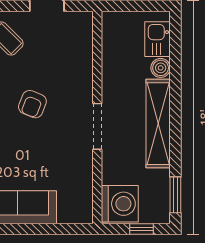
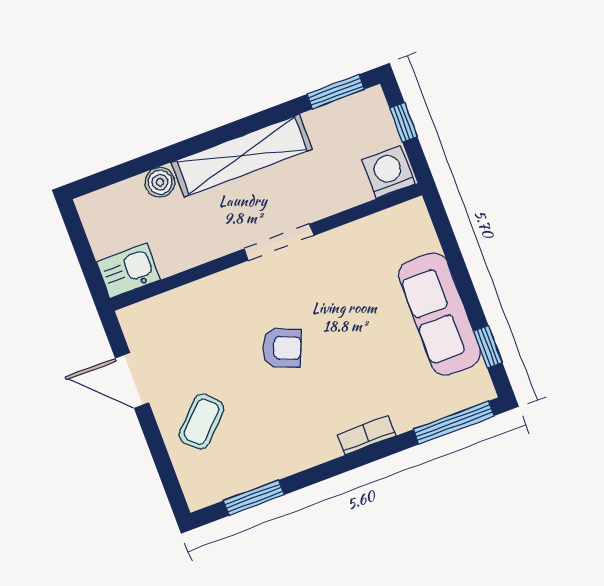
kitchen sink: (158, 39) -> (128, 271), moved, turned 180
washing machine: (120, 204) -> (389, 172), width x0.73, depth x0.73

